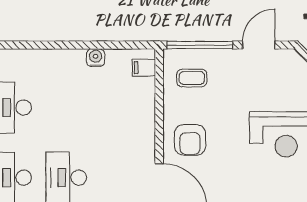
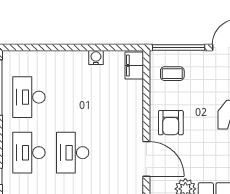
filing cabinet: (144, 68) -> (134, 66), width x2.00

